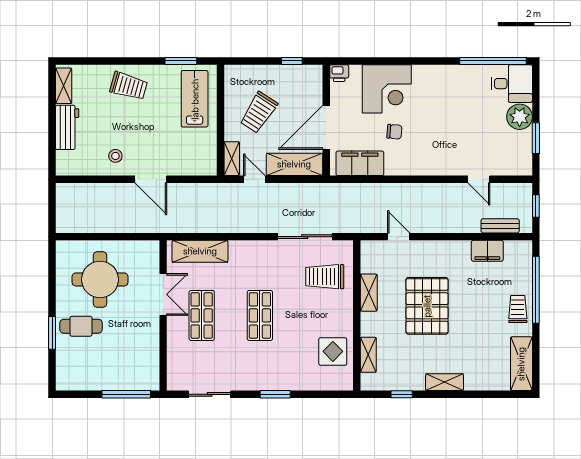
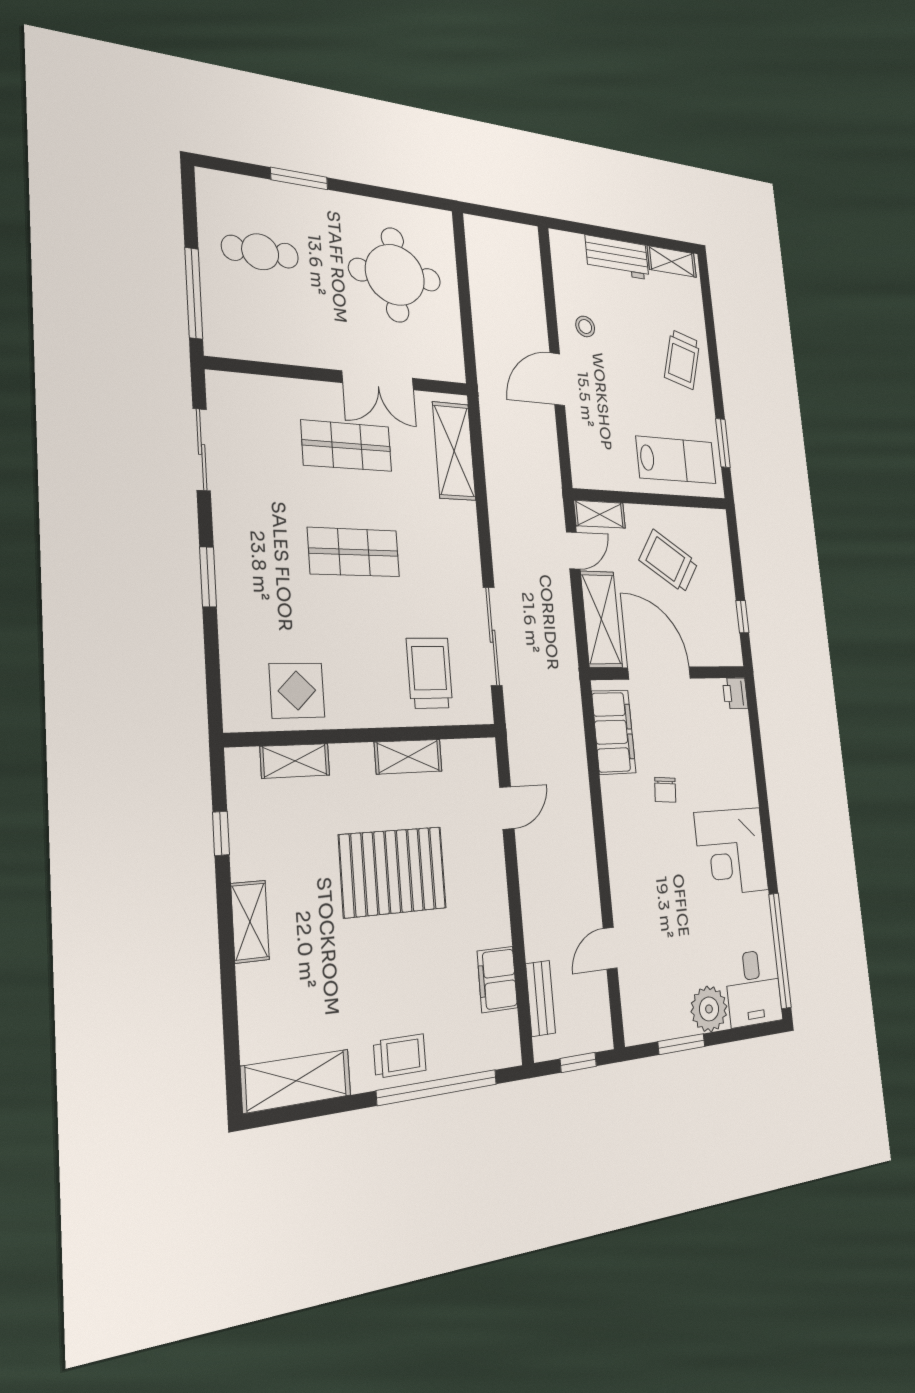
corner desk: (387, 89) -> (731, 851), moved
cafe table: (81, 326) -> (260, 252), moved, turned 90

